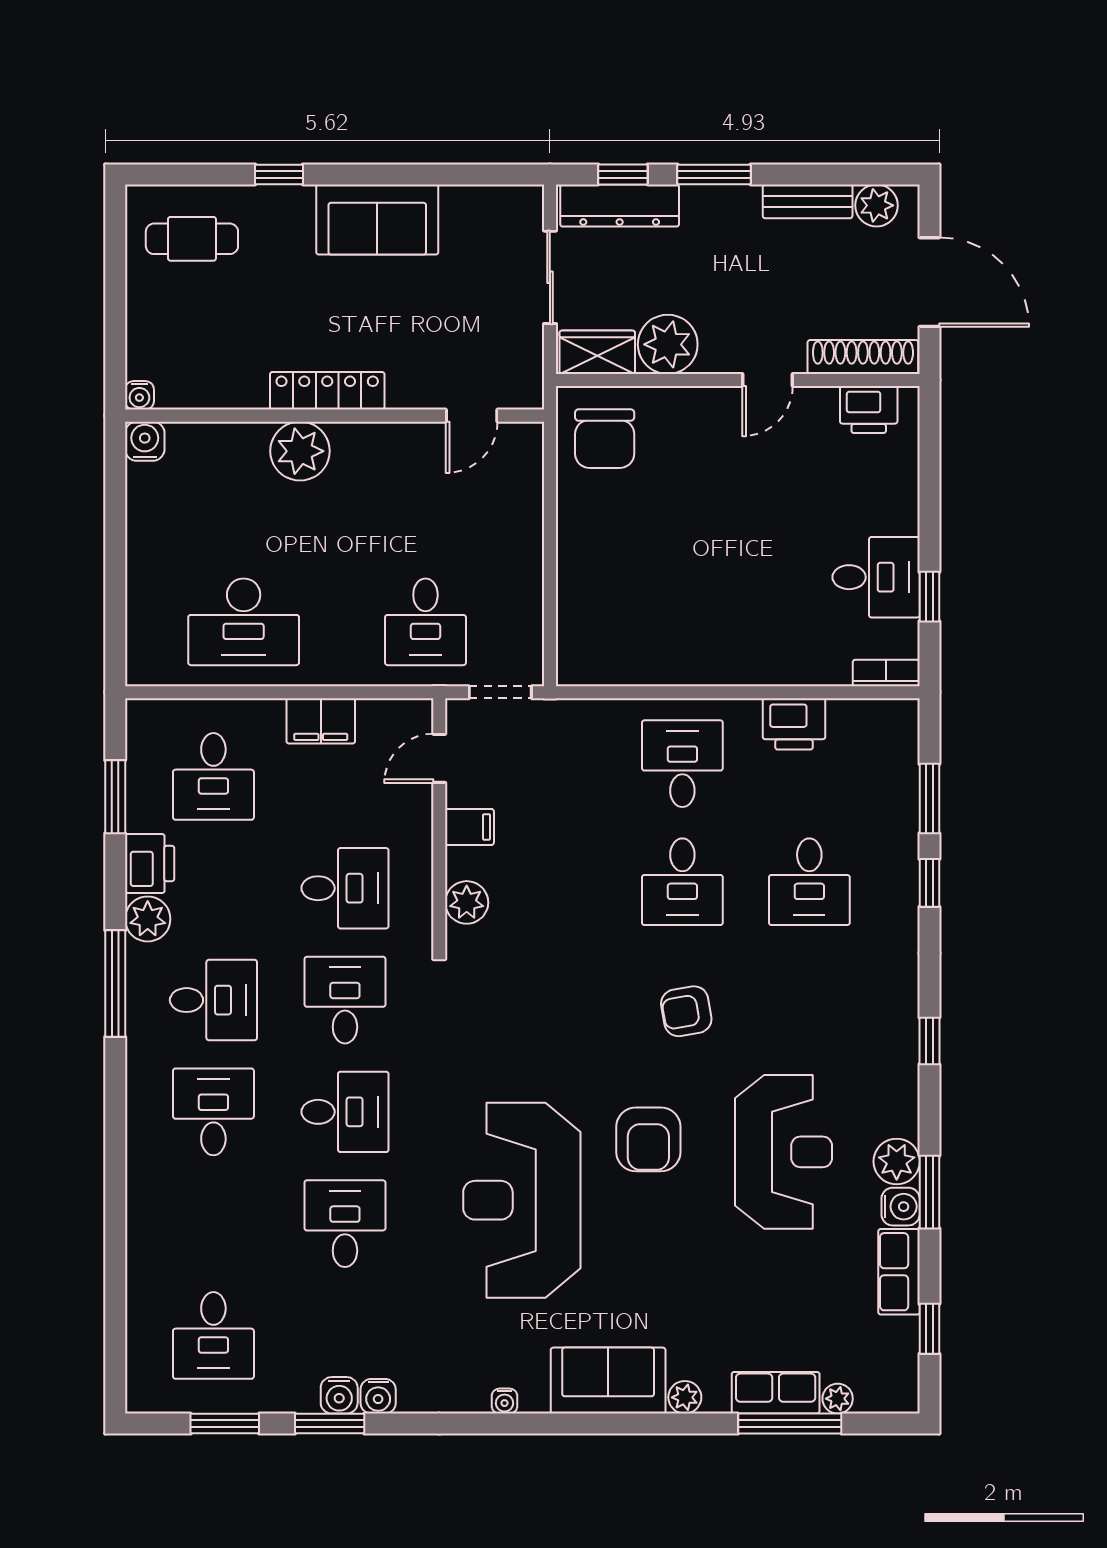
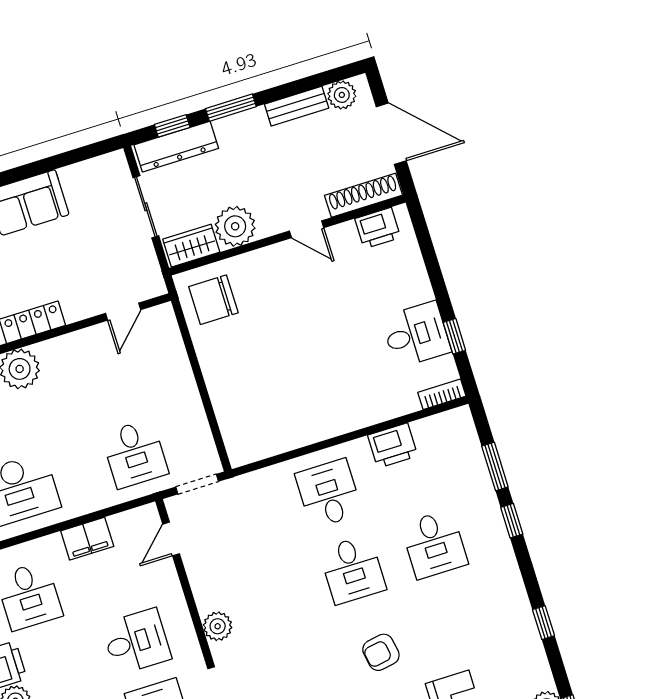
door: (767, 380) -> (307, 229), hinge flipped
chair: (605, 439) -> (213, 300), turned 90
filing cabinet: (469, 827) -> (204, 577), removed

